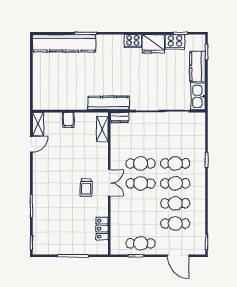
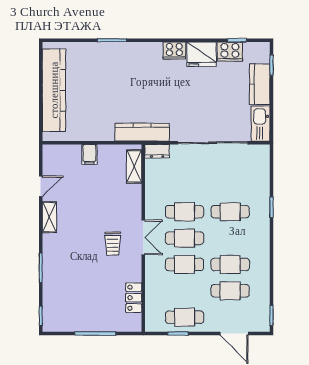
kitchen counter: (64, 43) -> (54, 90), moved, turned -90
shelving: (38, 124) -> (49, 217), moved
cafe table: (175, 183) -> (185, 264), moved

